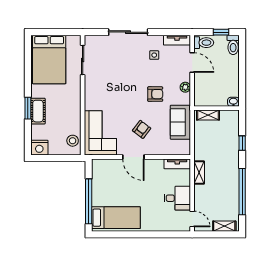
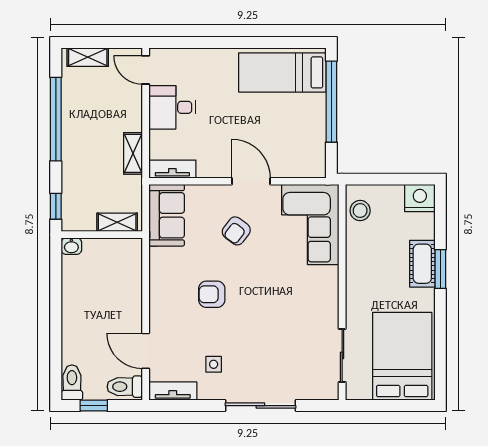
plant: (185, 87) -> (158, 307), removed
washbasin: (233, 102) -> (71, 246), moved
wall: (217, 108) -> (102, 235), moved
shelving: (208, 115) -> (117, 222), moved
sofa: (180, 122) -> (167, 215), moved

